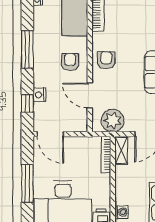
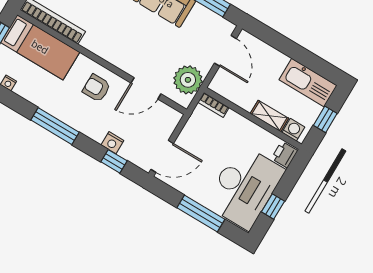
armchair: (106, 60) -> (118, 48), removed
shelving: (121, 150) -> (269, 116), moved
bookcase: (106, 155) -> (213, 105), width x0.64

